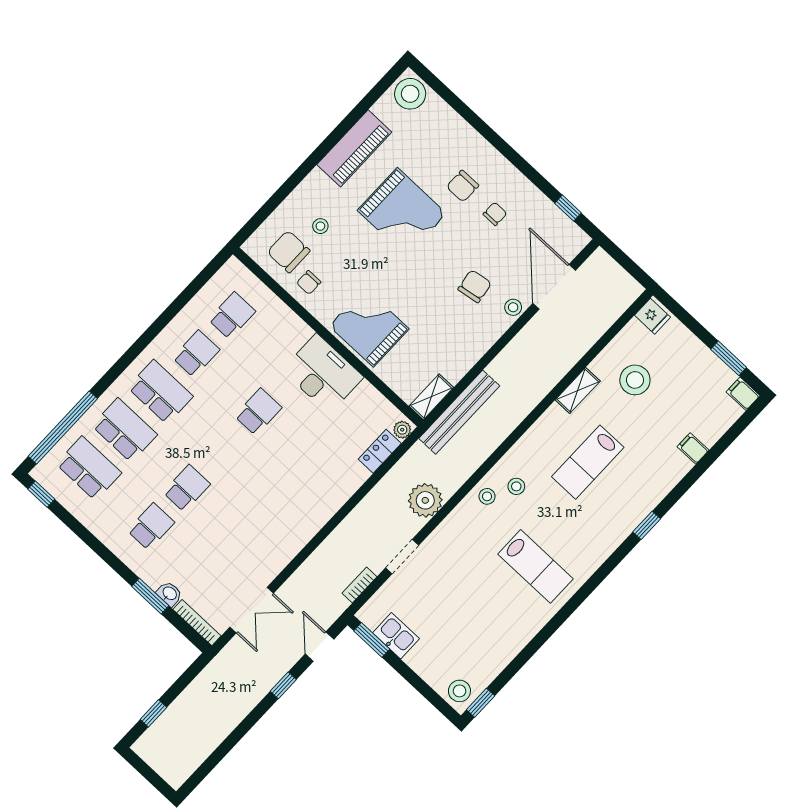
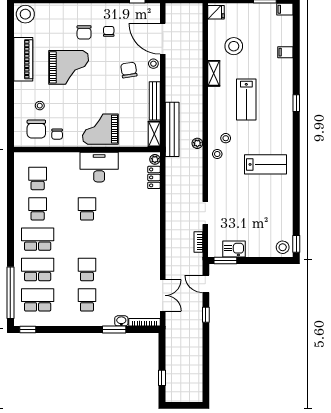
chair: (289, 252) -> (36, 129), turned -90
bench: (471, 356) -> (155, 101), added
plant: (425, 500) -> (197, 143), moved, width x0.53, depth x0.53

